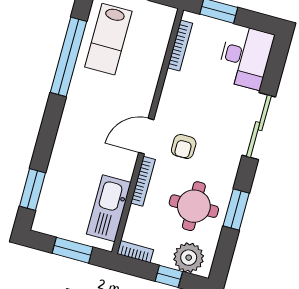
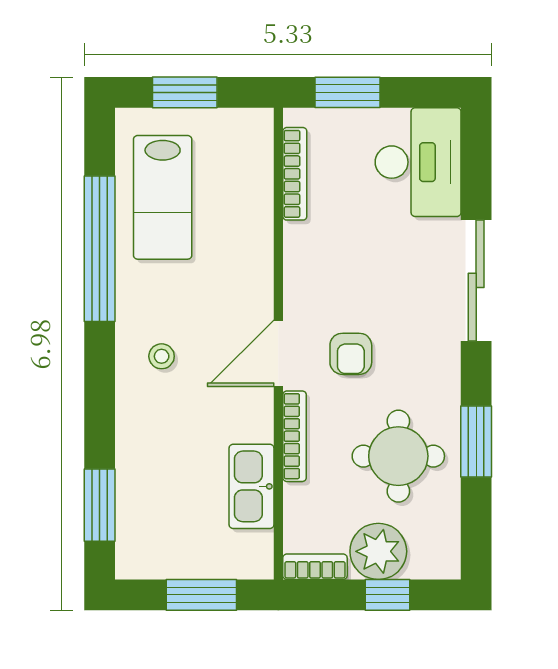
stool: (85, 121) -> (162, 356), added
kitchen sink: (109, 208) -> (252, 486), width x0.73, depth x0.81
plant: (189, 258) -> (378, 551), moved

